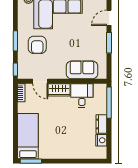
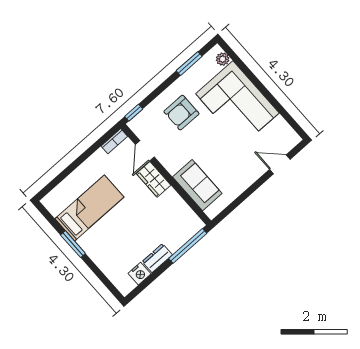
window: (15, 41) -> (189, 64), moved
window: (109, 43) -> (253, 188), removed
desk: (82, 96) -> (169, 210), removed
bed: (28, 136) -> (89, 208), moved
window: (31, 161) -> (73, 244), moved

